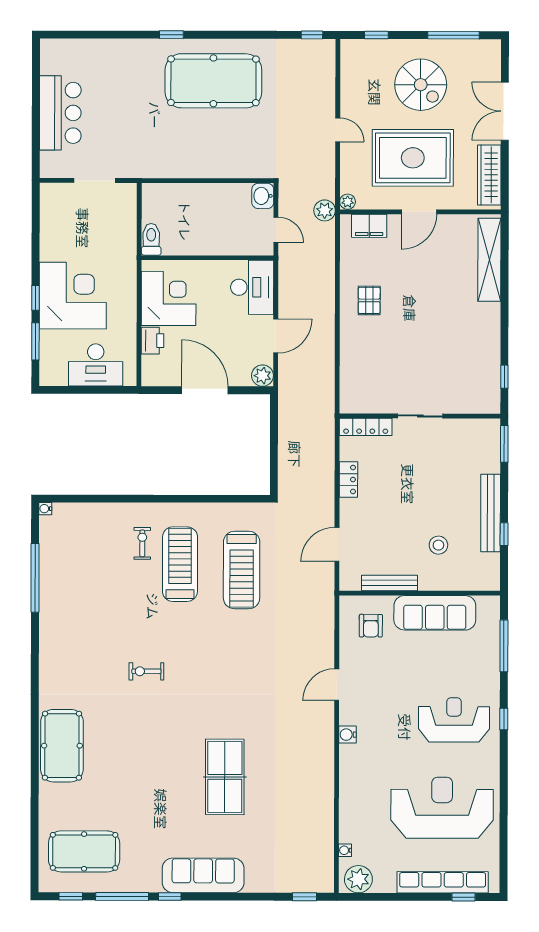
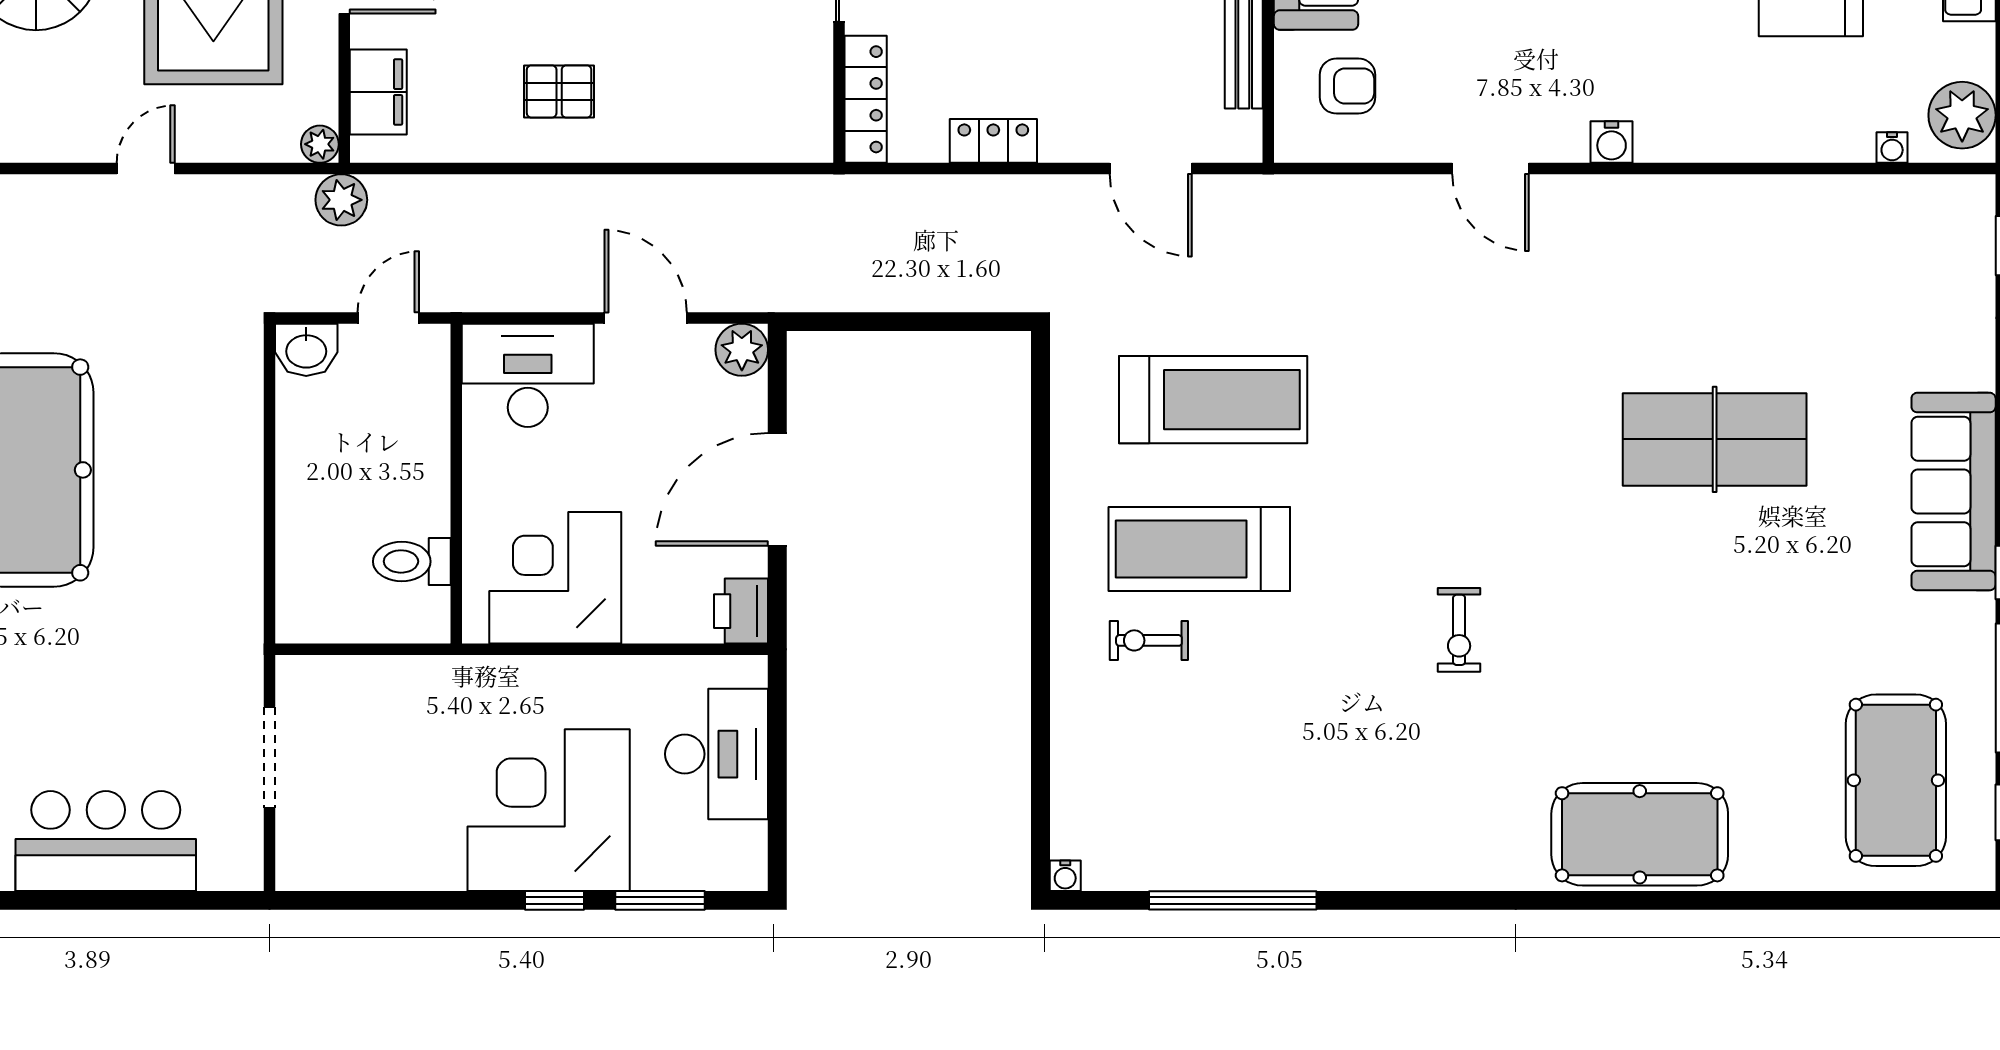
toilet: (151, 239) -> (412, 561), moved
printer: (152, 341) -> (741, 611), moved, turned -90

